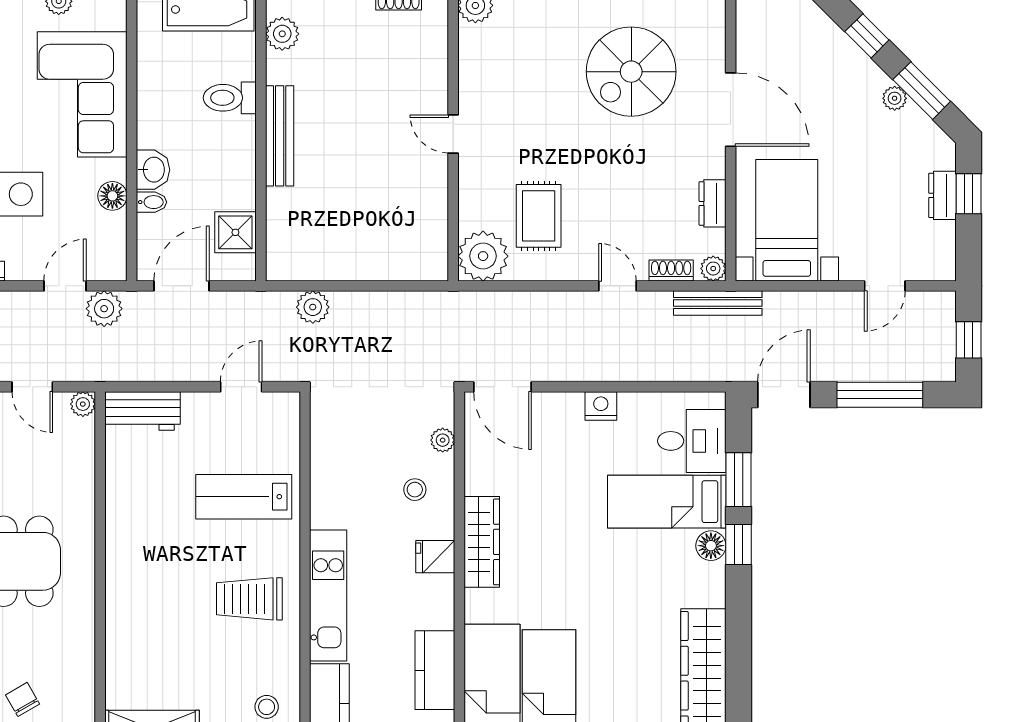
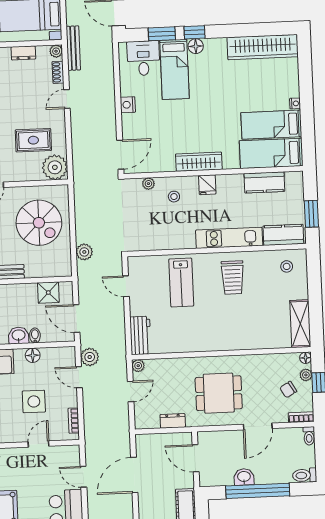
spiral stairs: (375, 220) -> (39, 223), added

